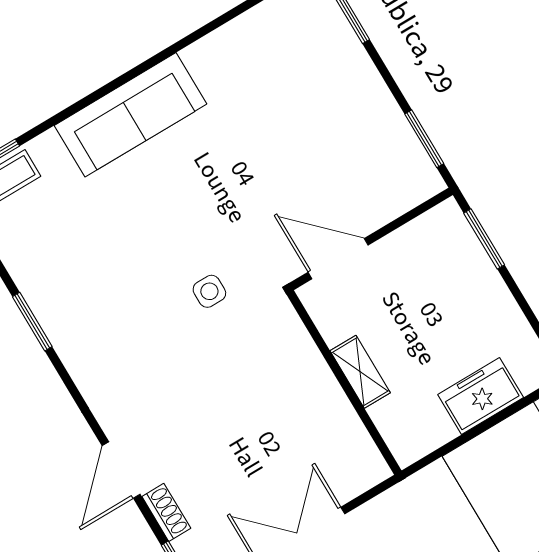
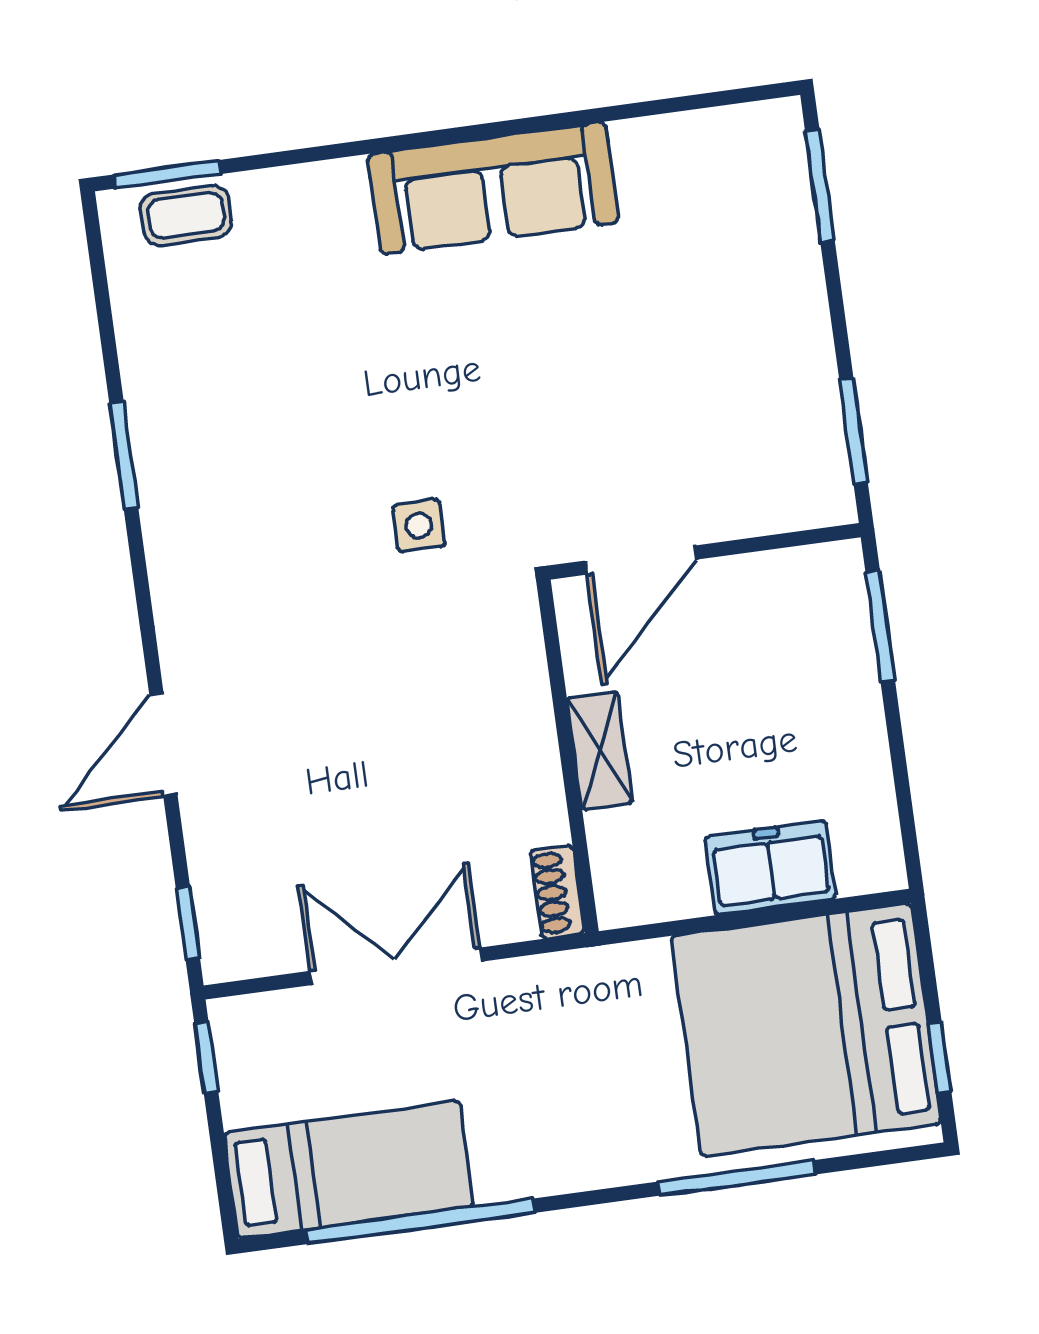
sofa: (130, 115) -> (493, 188), moved
door: (338, 259) -> (640, 560), swing flipped
shoe rack: (166, 512) -> (557, 892), moved, turned 180

